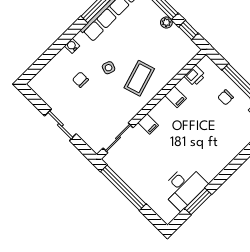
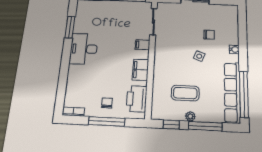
printer: (195, 76) -> (137, 99), width x1.87, depth x1.48
coffee table: (139, 78) -> (185, 93), moved, turned -73
filing cabinet: (176, 97) -> (141, 70), width x2.00
desk: (184, 187) -> (84, 49), moved

